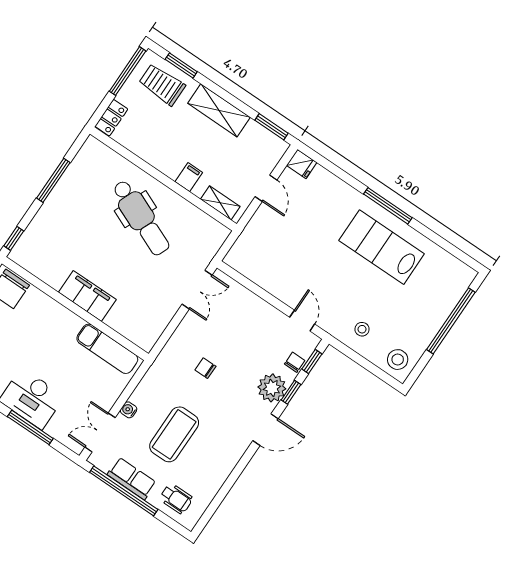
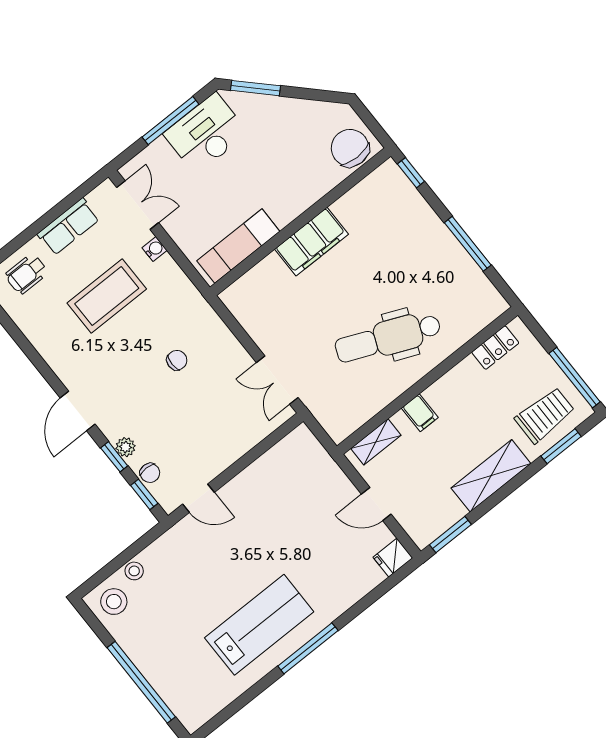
locker: (111, 118) -> (495, 348), moved, turned -90
stool: (362, 329) -> (134, 571), moved
plant: (272, 388) -> (125, 447), width x0.53, depth x0.53
coffee table: (174, 434) -> (107, 296), turned 90
window: (124, 491) -> (56, 212), removed

